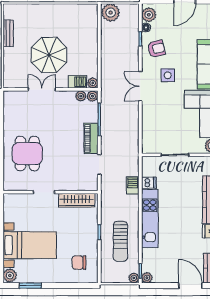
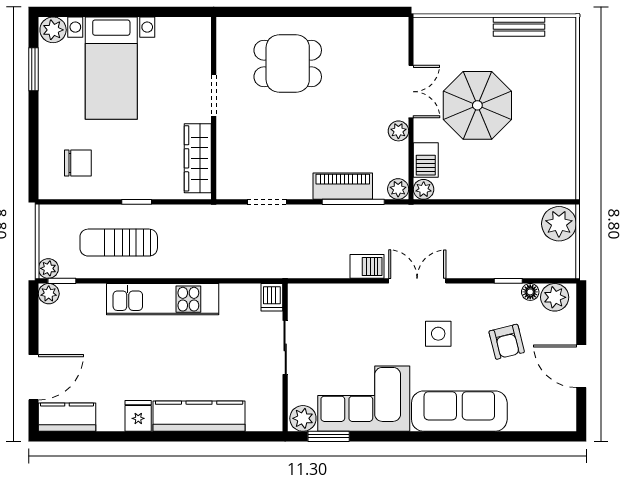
armchair: (156, 49) -> (507, 342), moved
plant: (81, 96) -> (398, 131), moved
piano: (91, 138) -> (343, 186), moved
dishwasher: (149, 183) -> (272, 297), moved
barbecue: (133, 185) -> (367, 266), moved
chair: (79, 263) -> (78, 163), turned 90

